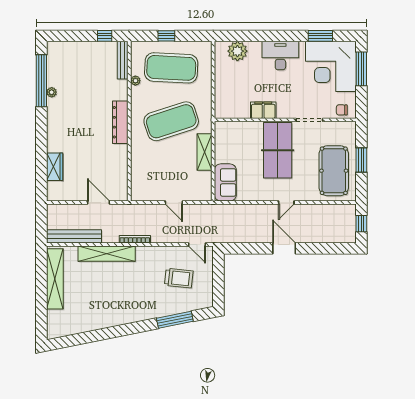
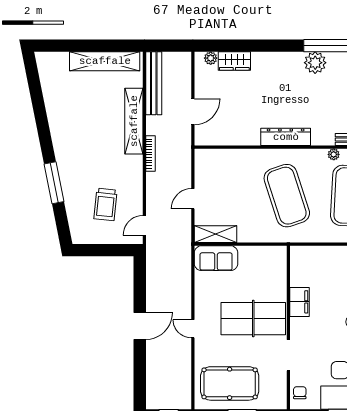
plant: (52, 92) -> (315, 63), width x1.88, depth x1.88
shelving: (204, 152) -> (216, 234), moved
plant: (52, 187) -> (211, 58), added
window: (175, 320) -> (54, 183), moved

